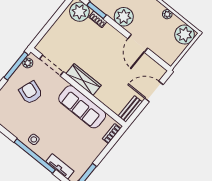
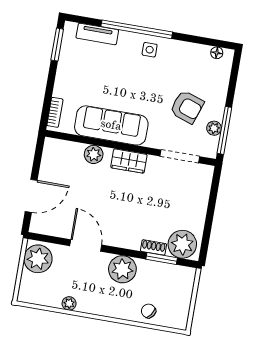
plant: (185, 34) -> (38, 259), moved
plant: (28, 63) -> (214, 128), moved
wardrobe: (84, 80) -> (129, 161), width x0.67
plant: (102, 95) -> (94, 154), added
bench: (130, 109) -> (49, 157), removed

